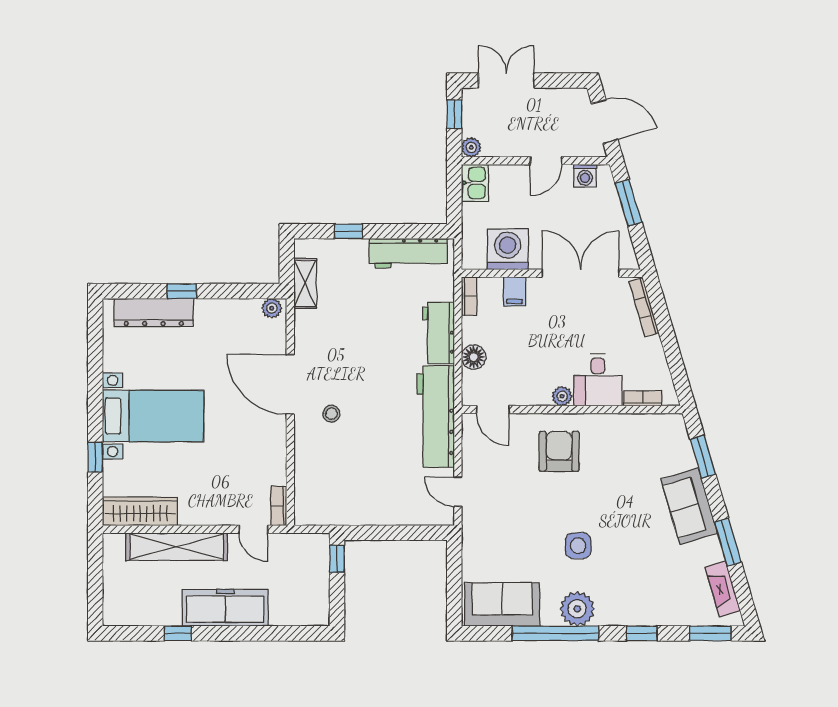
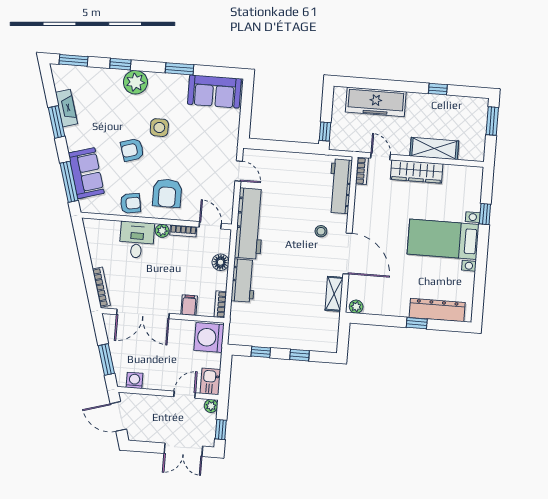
door: (546, 161) -> (185, 395), moved
window: (405, 231) -> (261, 352), added
washing machine: (508, 249) -> (209, 337), moved, turned 90
workbench: (408, 253) -> (340, 186), moved, turned -90
shelving: (305, 283) -> (334, 294), moved
bookcase: (643, 398) -> (183, 231), moved
armchair: (611, 432) -> (130, 203), added
window: (703, 457) -> (69, 182), width x1.44
sofa: (689, 506) -> (86, 173), moved
armchair: (615, 510) -> (132, 150), added
wardrobe: (140, 511) -> (417, 172), moved
shelving: (176, 547) -> (434, 149), width x0.68
fireplace: (723, 589) -> (66, 108), moved
window: (95, 593) -> (492, 121), added
freezer: (225, 608) -> (376, 102), moved
plant: (577, 609) -> (135, 82), moved
window: (555, 633) -> (179, 69), width x0.47

